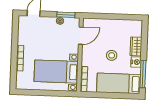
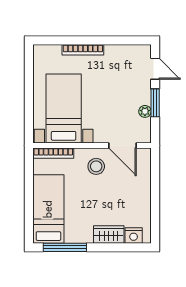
window: (66, 15) -> (155, 103), moved
stool: (112, 55) -> (96, 166), moved
nightstand: (136, 62) -> (134, 235), moved

